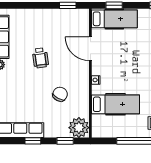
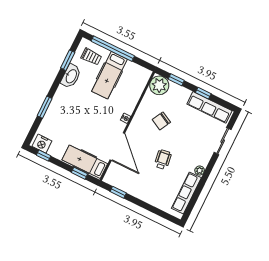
door: (90, 49) -> (117, 147), width x1.36
hospital bed: (116, 104) -> (109, 75), moved, turned -90

